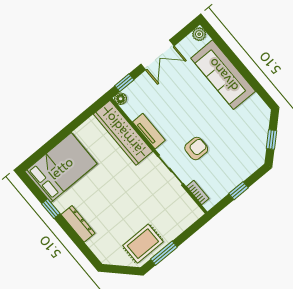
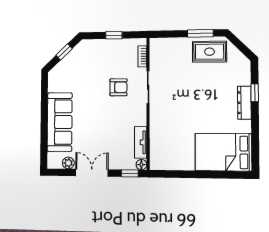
plant: (199, 34) -> (68, 163), moved
tv unit: (149, 131) -> (141, 142), moved
wardrobe: (123, 133) -> (159, 140), removed
armchair: (196, 148) -> (118, 87), turned 180
window: (51, 209) -> (255, 93), moved

